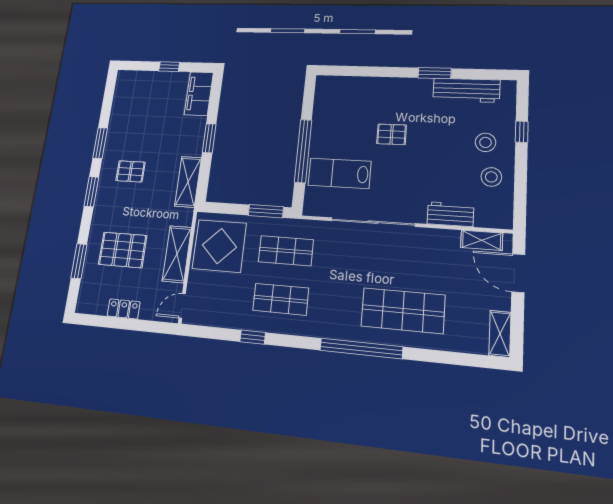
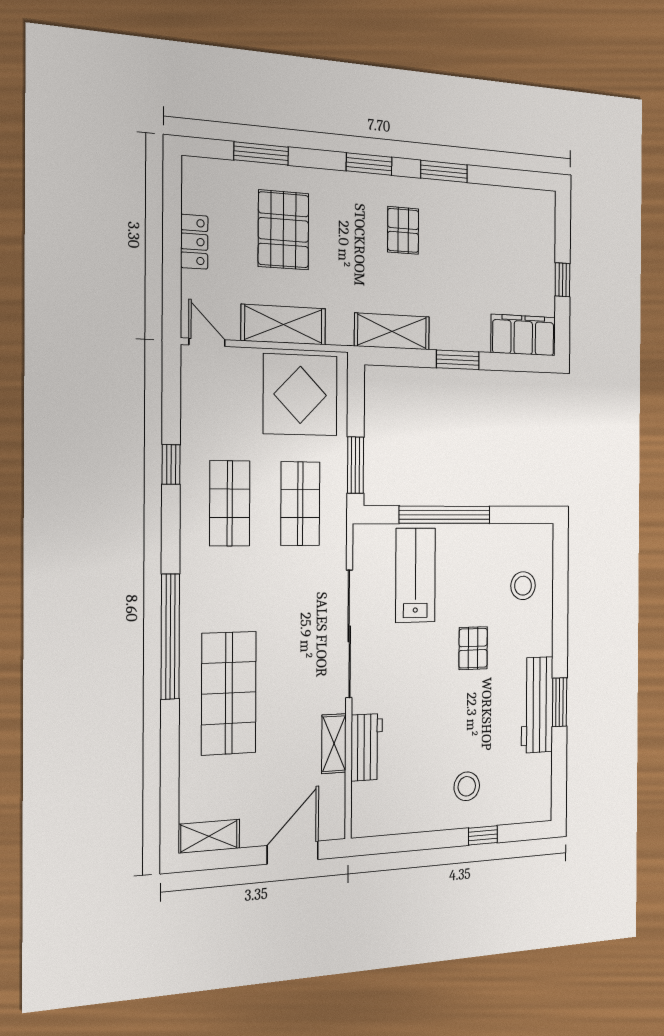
workbench: (466, 90) -> (537, 705), moved
stool: (491, 177) -> (523, 586), moved
shelving: (482, 240) -> (334, 744), moved

